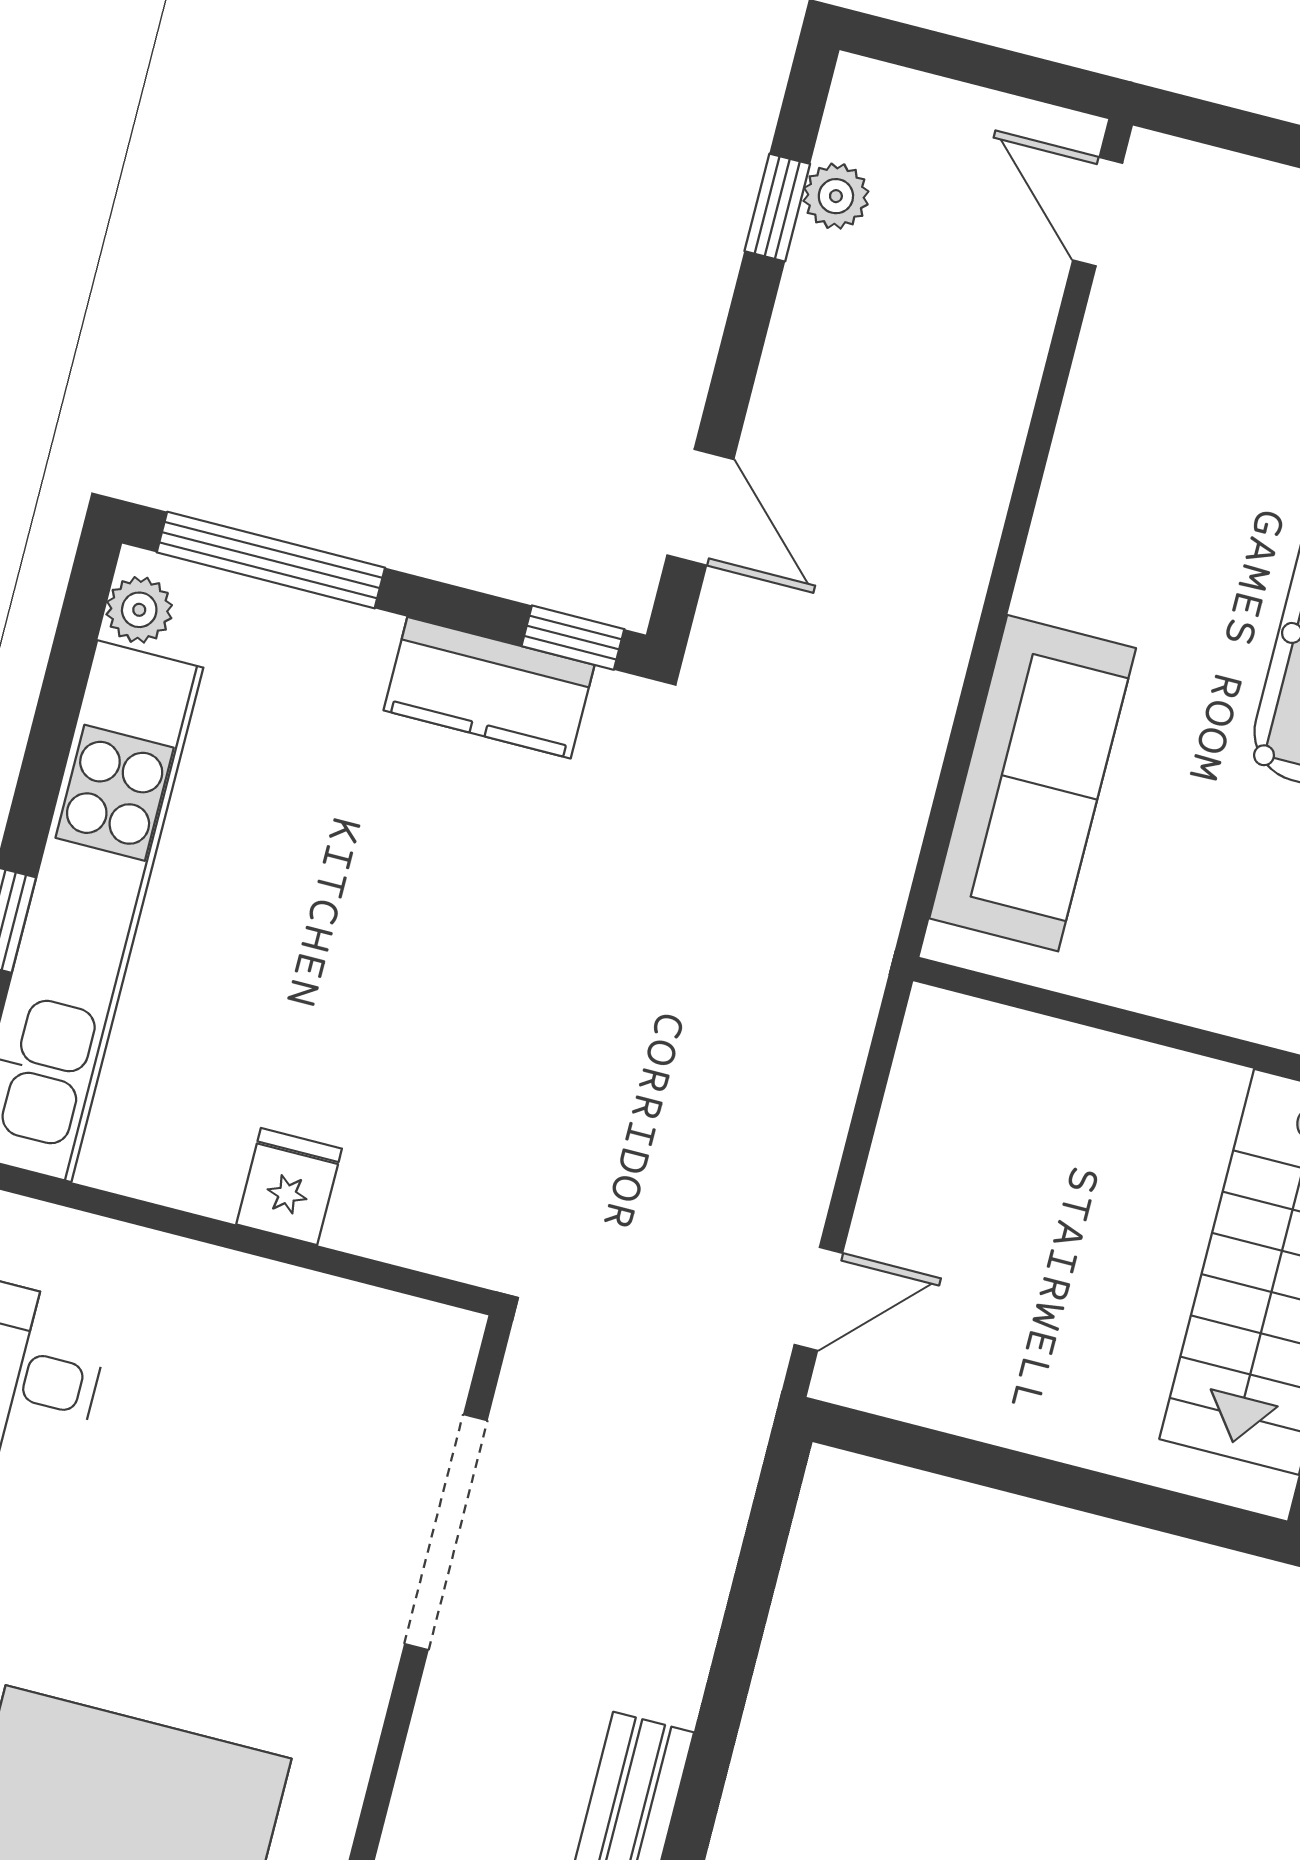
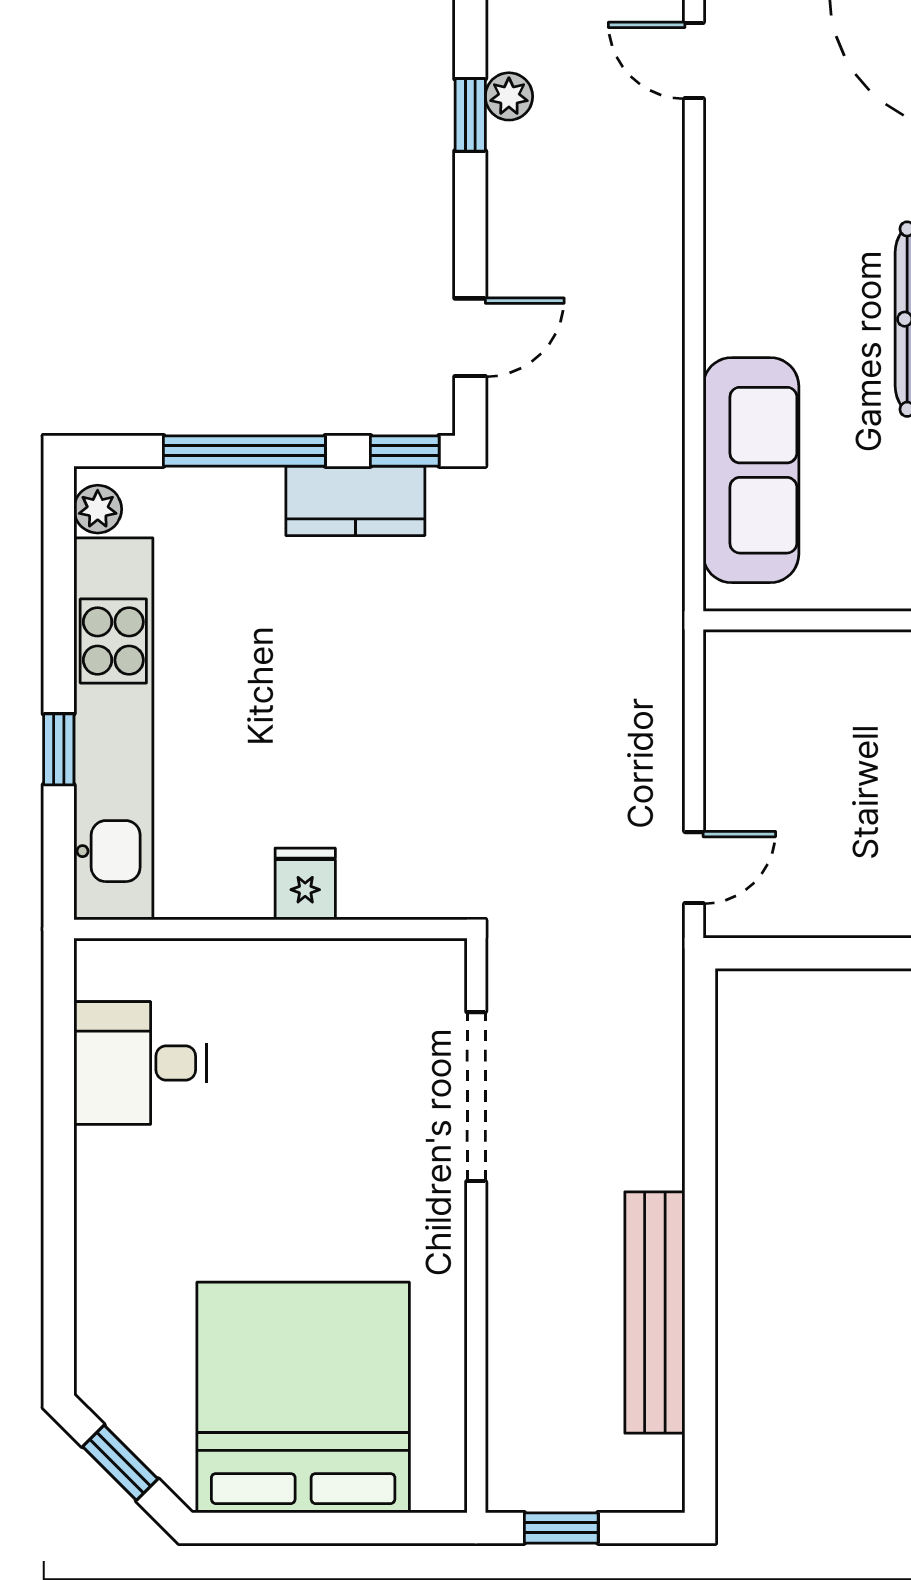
door: (700, 507) -> (470, 337), hinge flipped
window: (271, 560) -> (244, 451), moved

